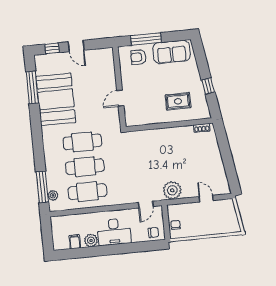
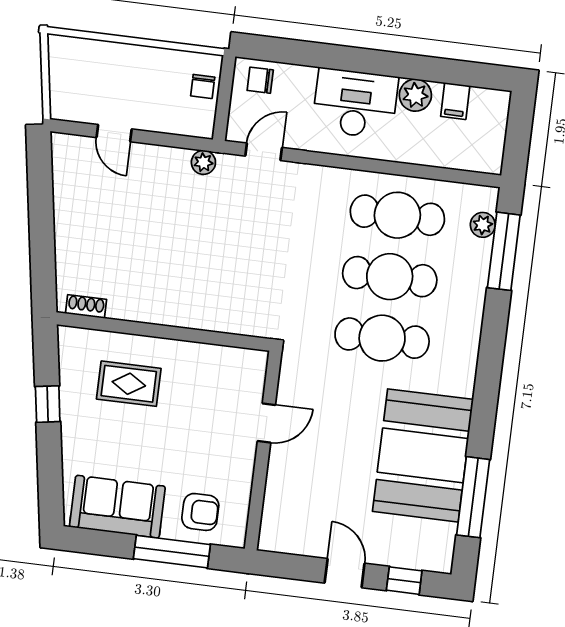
plant: (172, 190) -> (203, 162), width x0.53, depth x0.53

